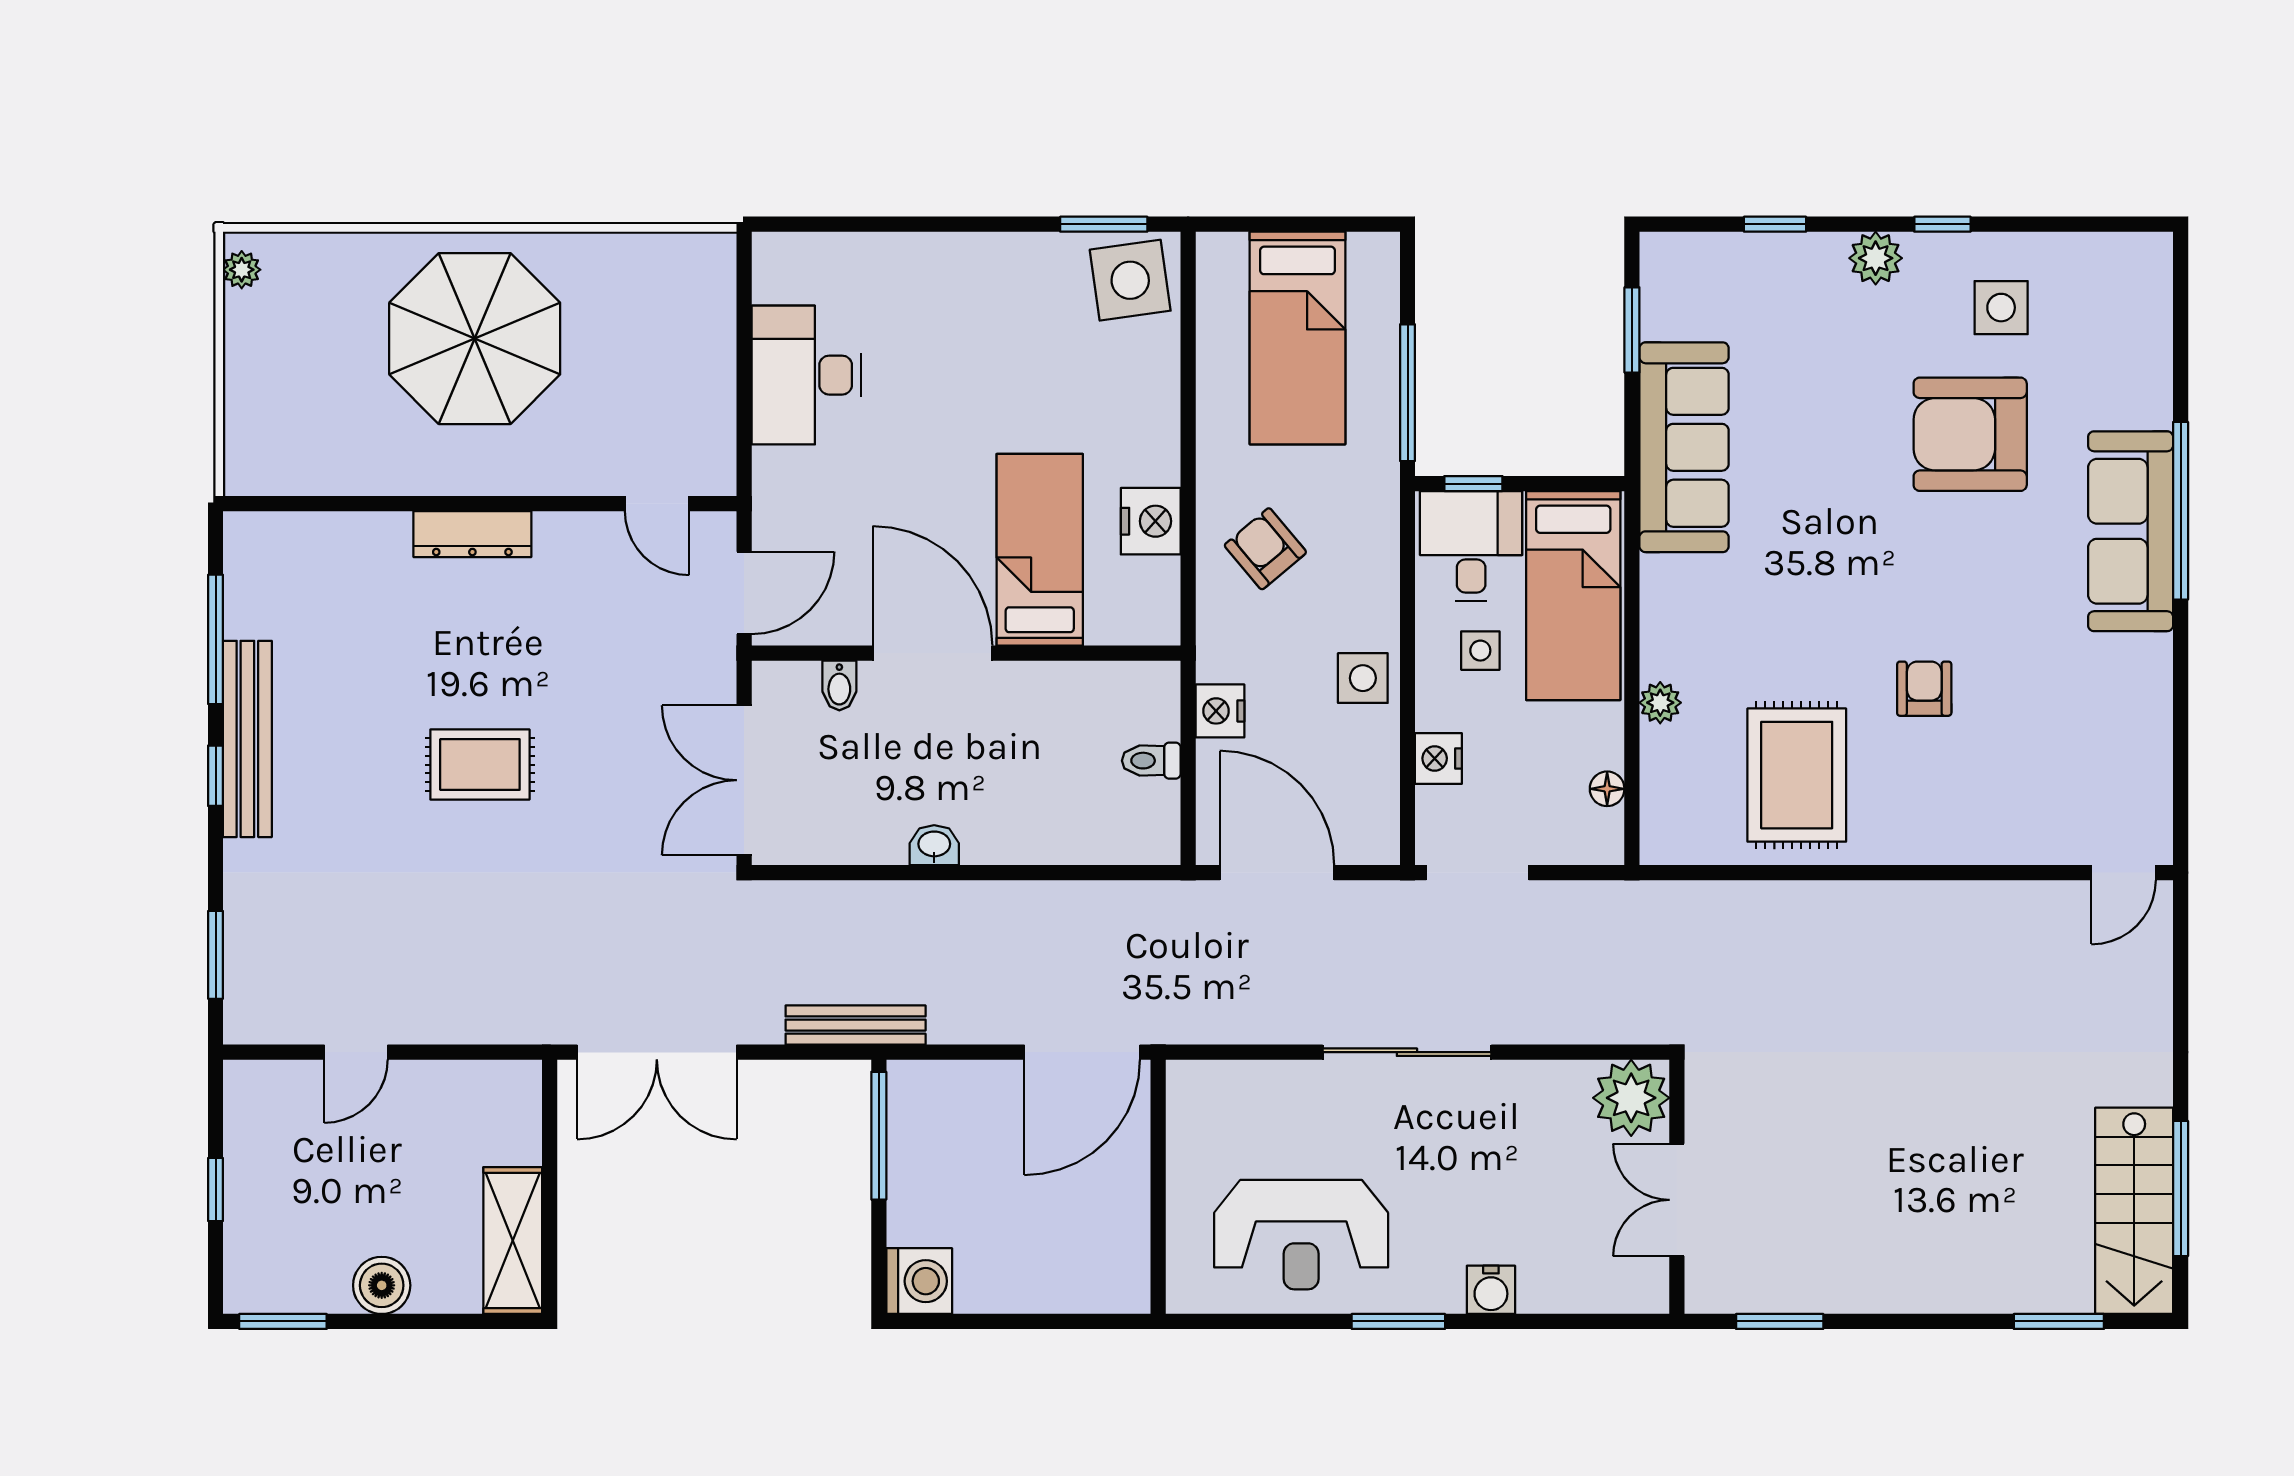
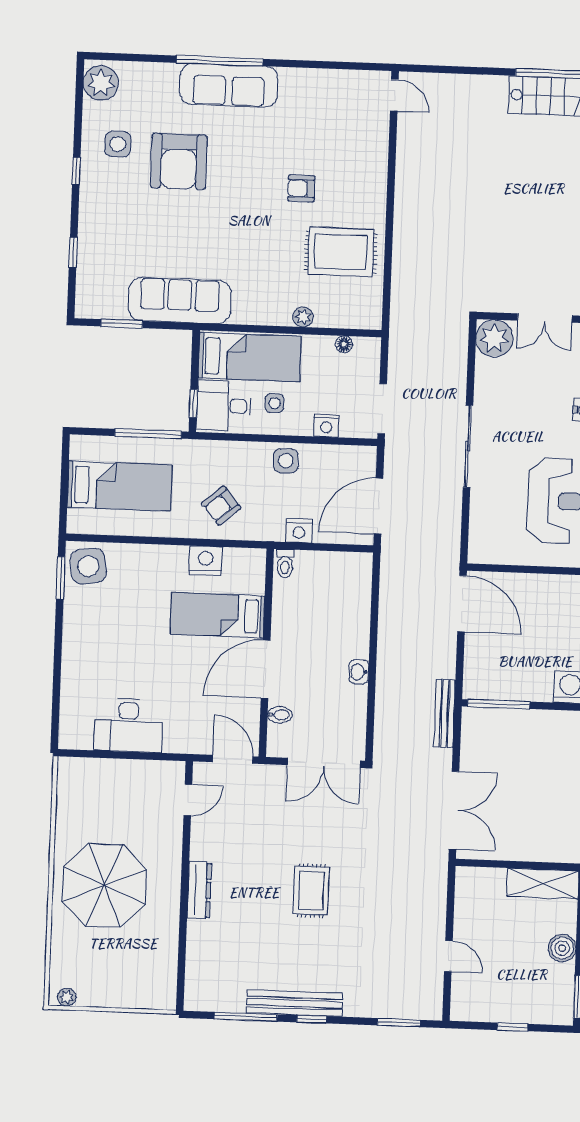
plant: (1876, 258) -> (101, 83), moved, width x1.36, depth x1.36
toilet: (1151, 761) -> (285, 563), moved

